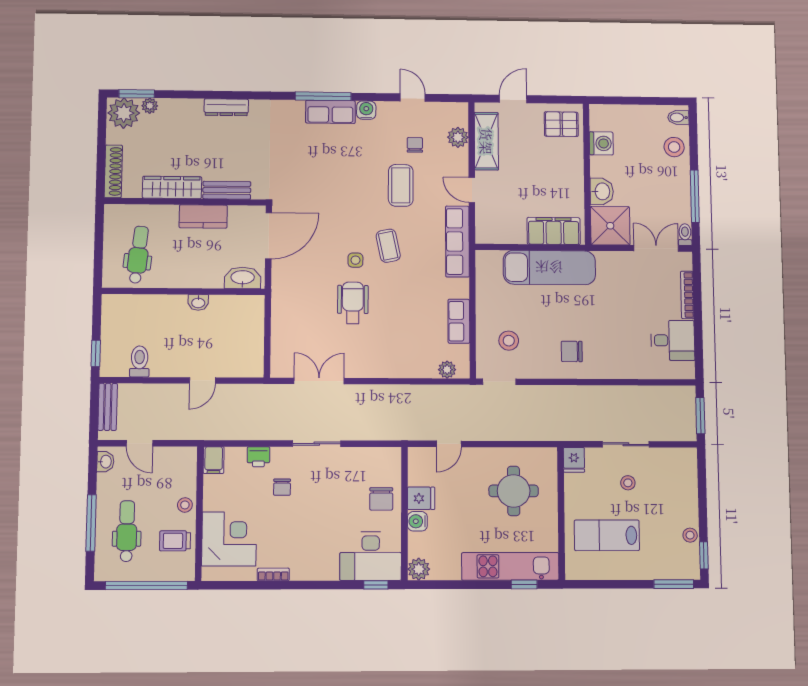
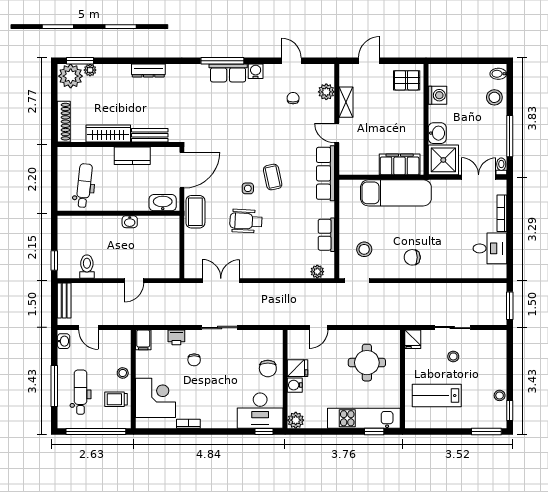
shelving: (486, 141) -> (346, 102), width x0.67, depth x0.75
coffee table: (401, 185) -> (195, 212), moved
wheelchair: (353, 303) -> (246, 221), turned -87

